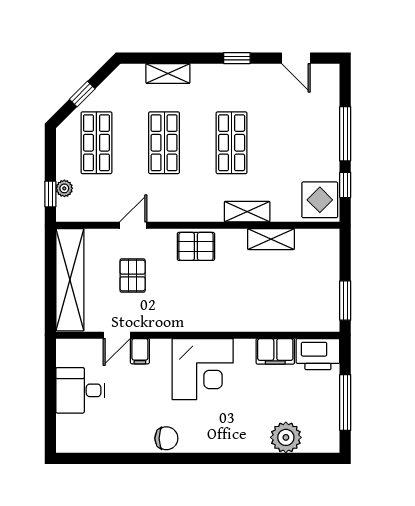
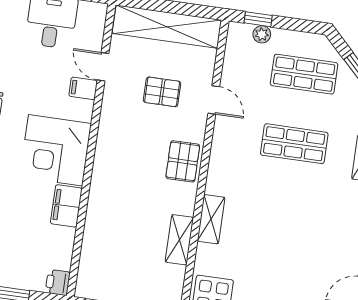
shop shelf: (232, 143) -> (284, 213), removed
filing cabinet: (275, 351) -> (66, 206), moved
printer: (318, 354) -> (58, 282), width x0.53, depth x0.68

